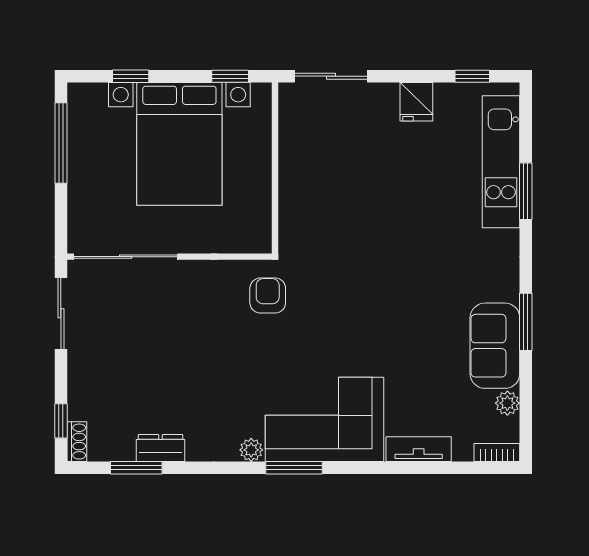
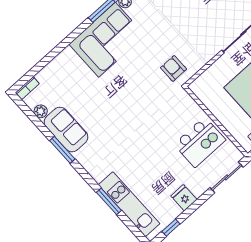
kitchen island: (324, 159) -> (200, 142), added
armchair: (268, 295) -> (173, 68), turned 180
tv unit: (419, 449) -> (59, 62), removed

